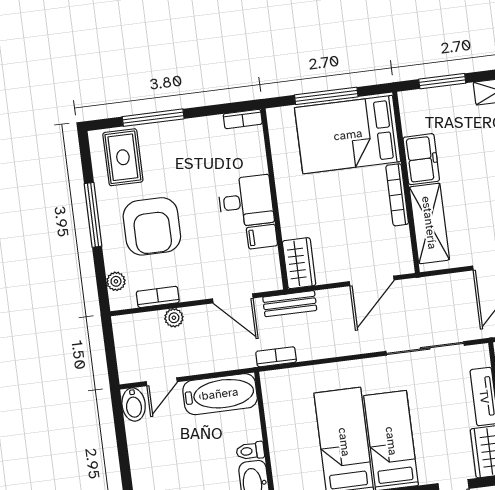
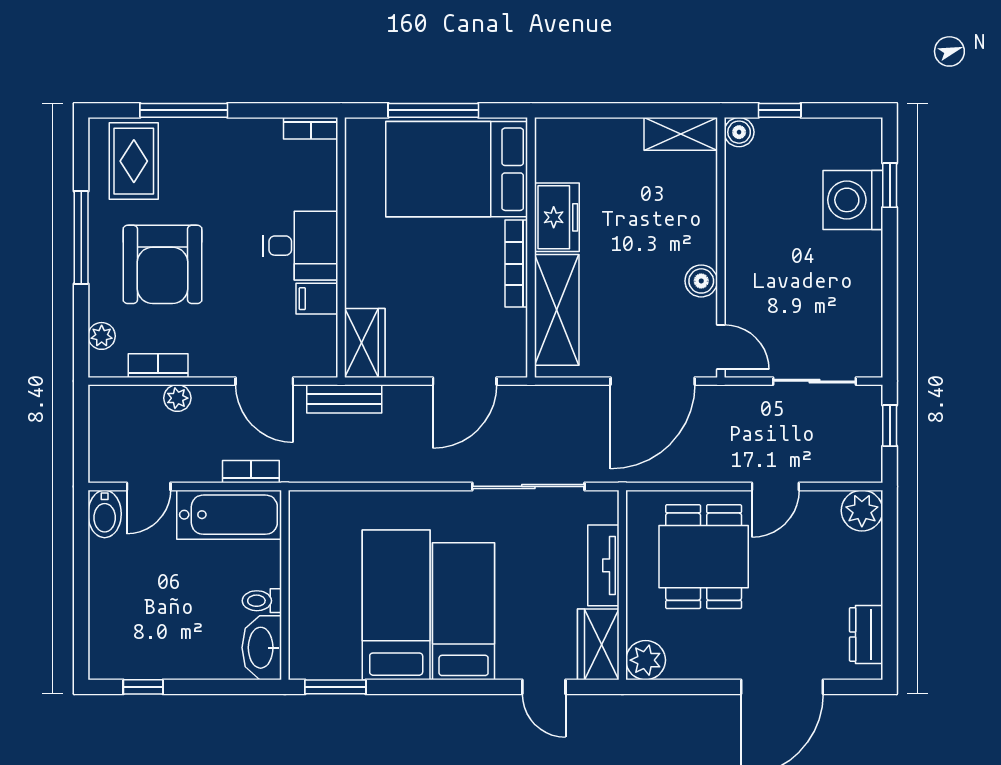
window: (442, 81) -> (601, 110), removed
bookcase: (276, 357) -> (251, 472), moved

